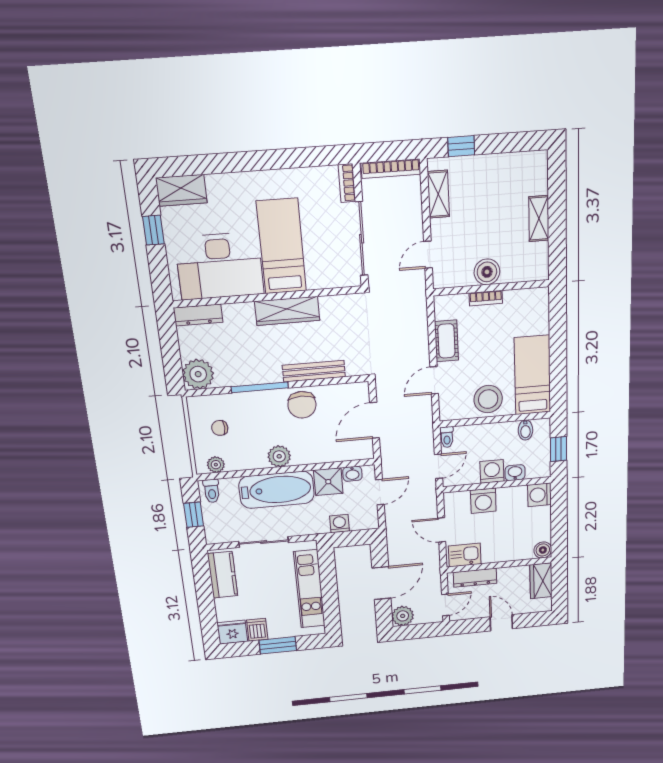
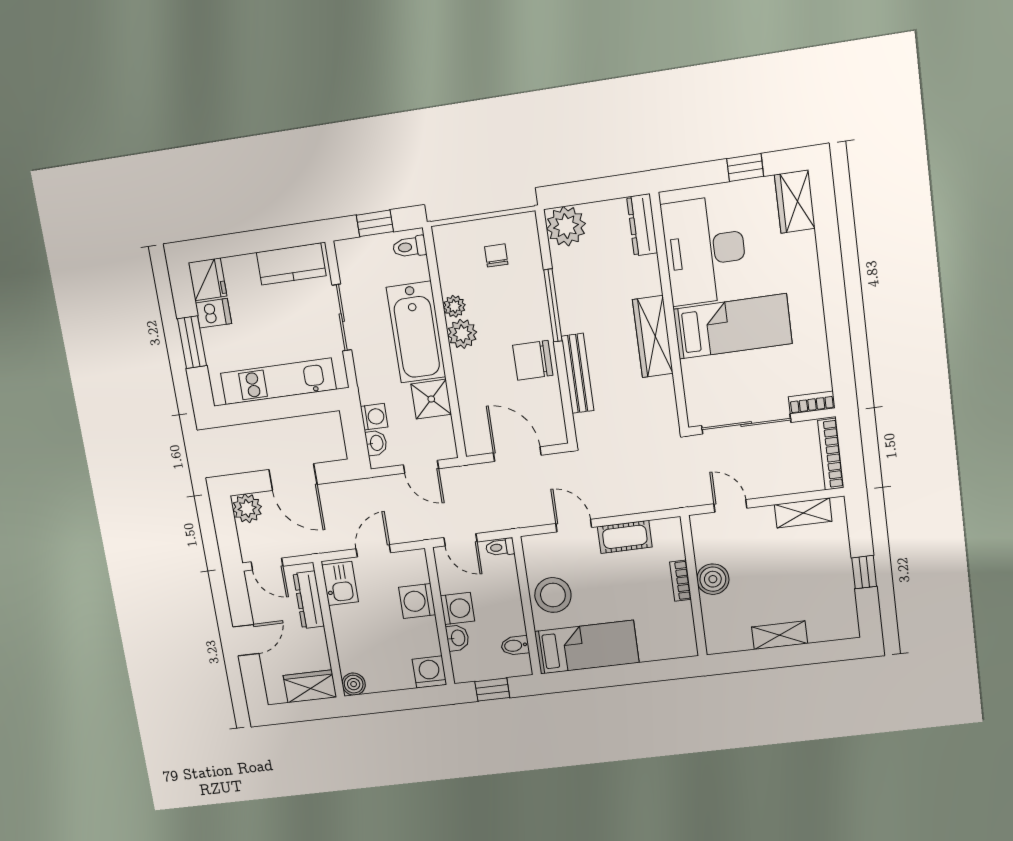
window: (461, 146) -> (864, 572), moved
plant: (216, 465) -> (454, 306), moved
washbasin: (352, 474) -> (376, 443), moved, turned 180

